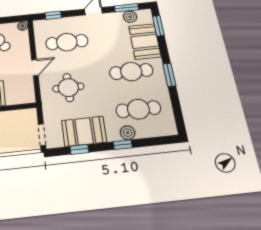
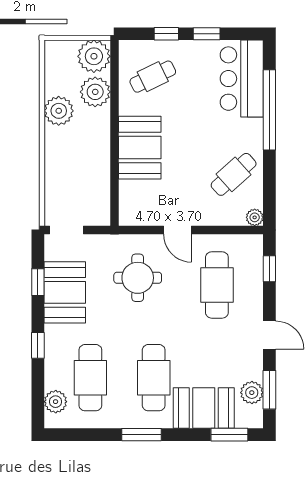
plant: (128, 133) -> (56, 402), moved

